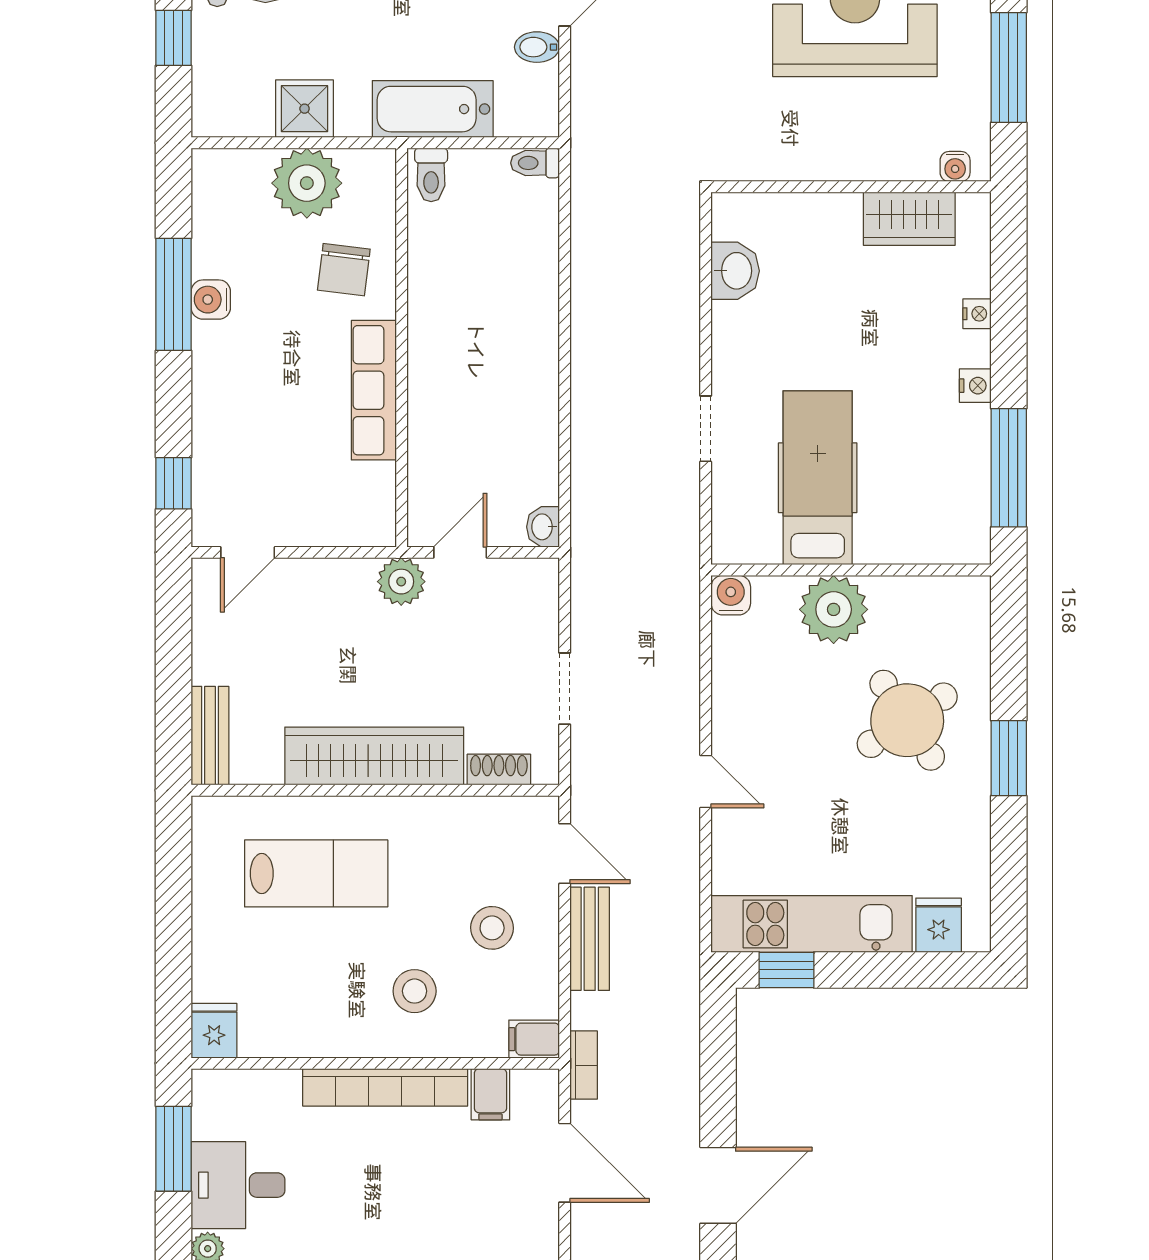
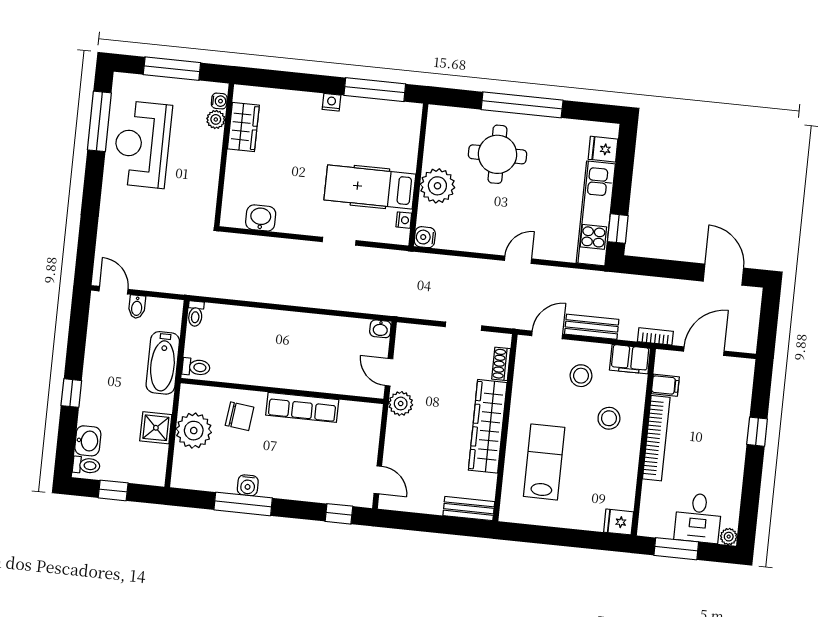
plant: (918, 163) -> (216, 119), added
nightstand: (977, 314) -> (404, 220), moved, turned 90
round table: (907, 720) -> (497, 154), turned 33
window: (1009, 758) -> (522, 105), width x2.11
filing cabinet: (534, 1039) -> (630, 359), width x2.00

